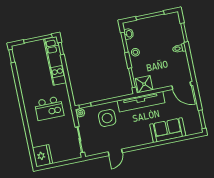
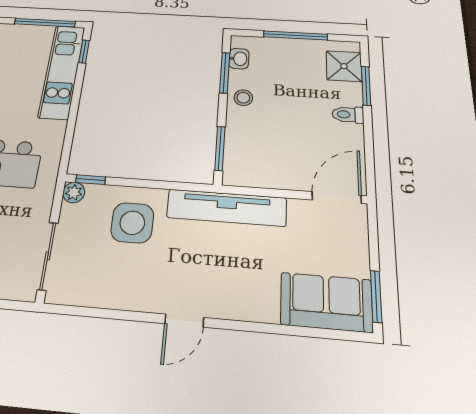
shower: (144, 84) -> (344, 66), moved
door: (181, 86) -> (337, 198), swing flipped
sofa: (168, 130) -> (326, 302), moved
door: (115, 152) -> (184, 321), moved

